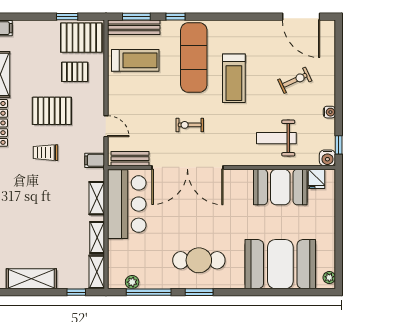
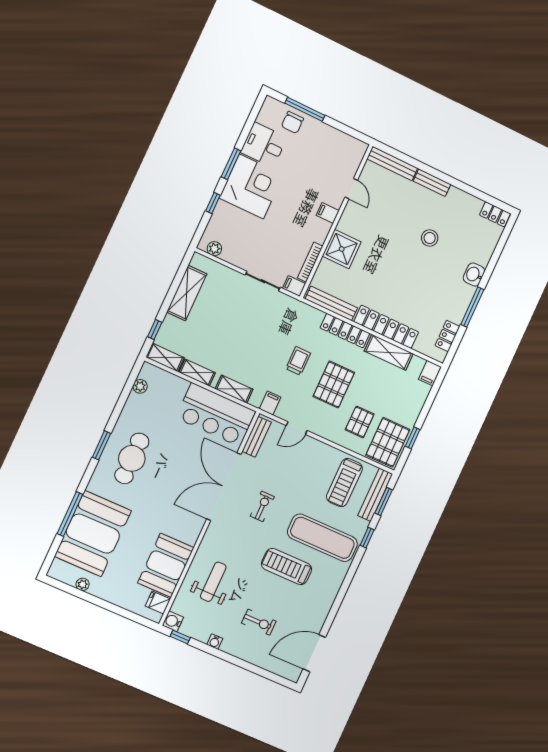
exercise bike: (295, 80) -> (259, 622), turned -65
plant: (329, 278) -> (83, 584), moved
window: (149, 292) -> (70, 514), moved

